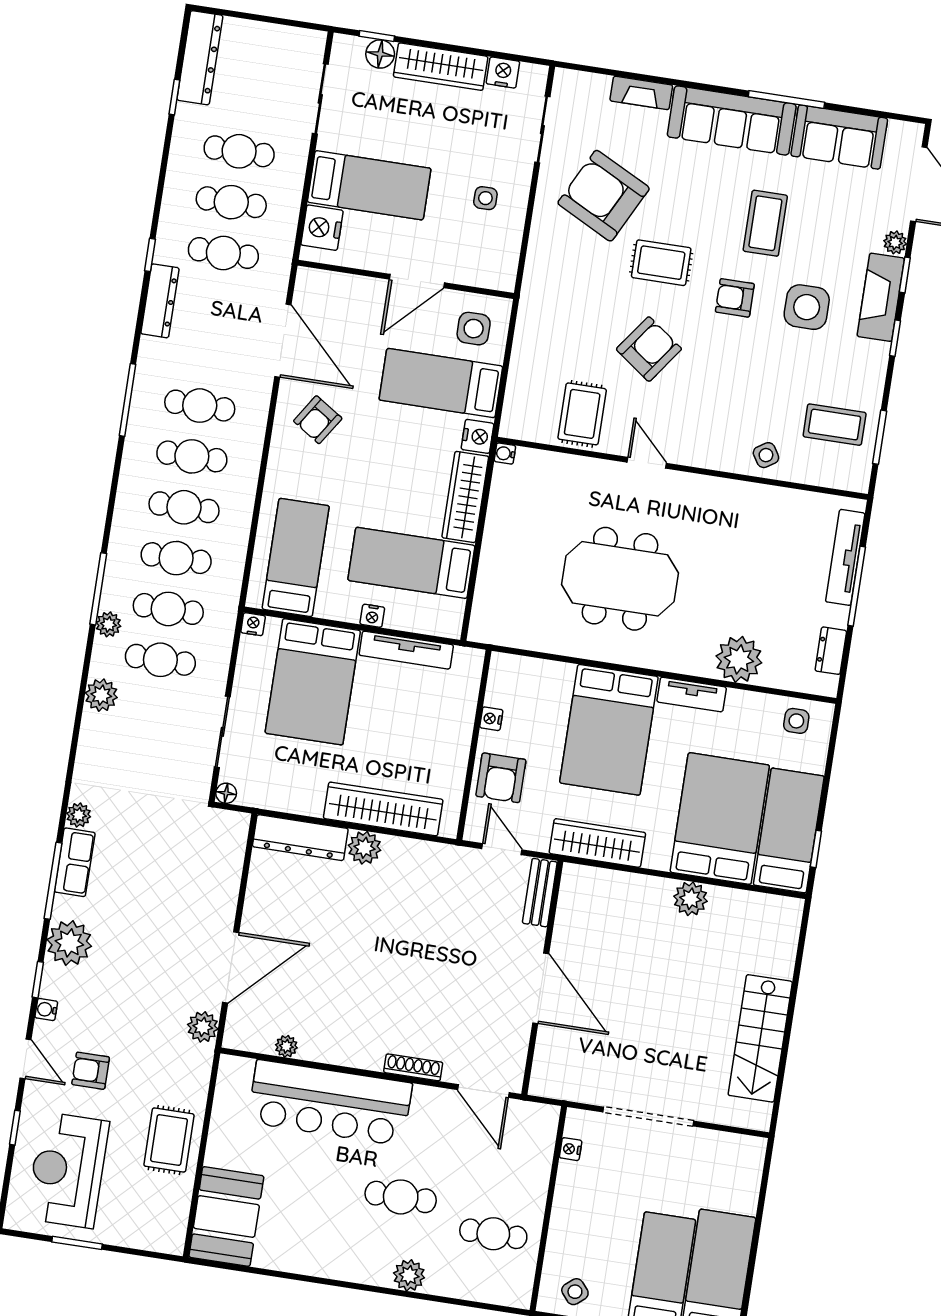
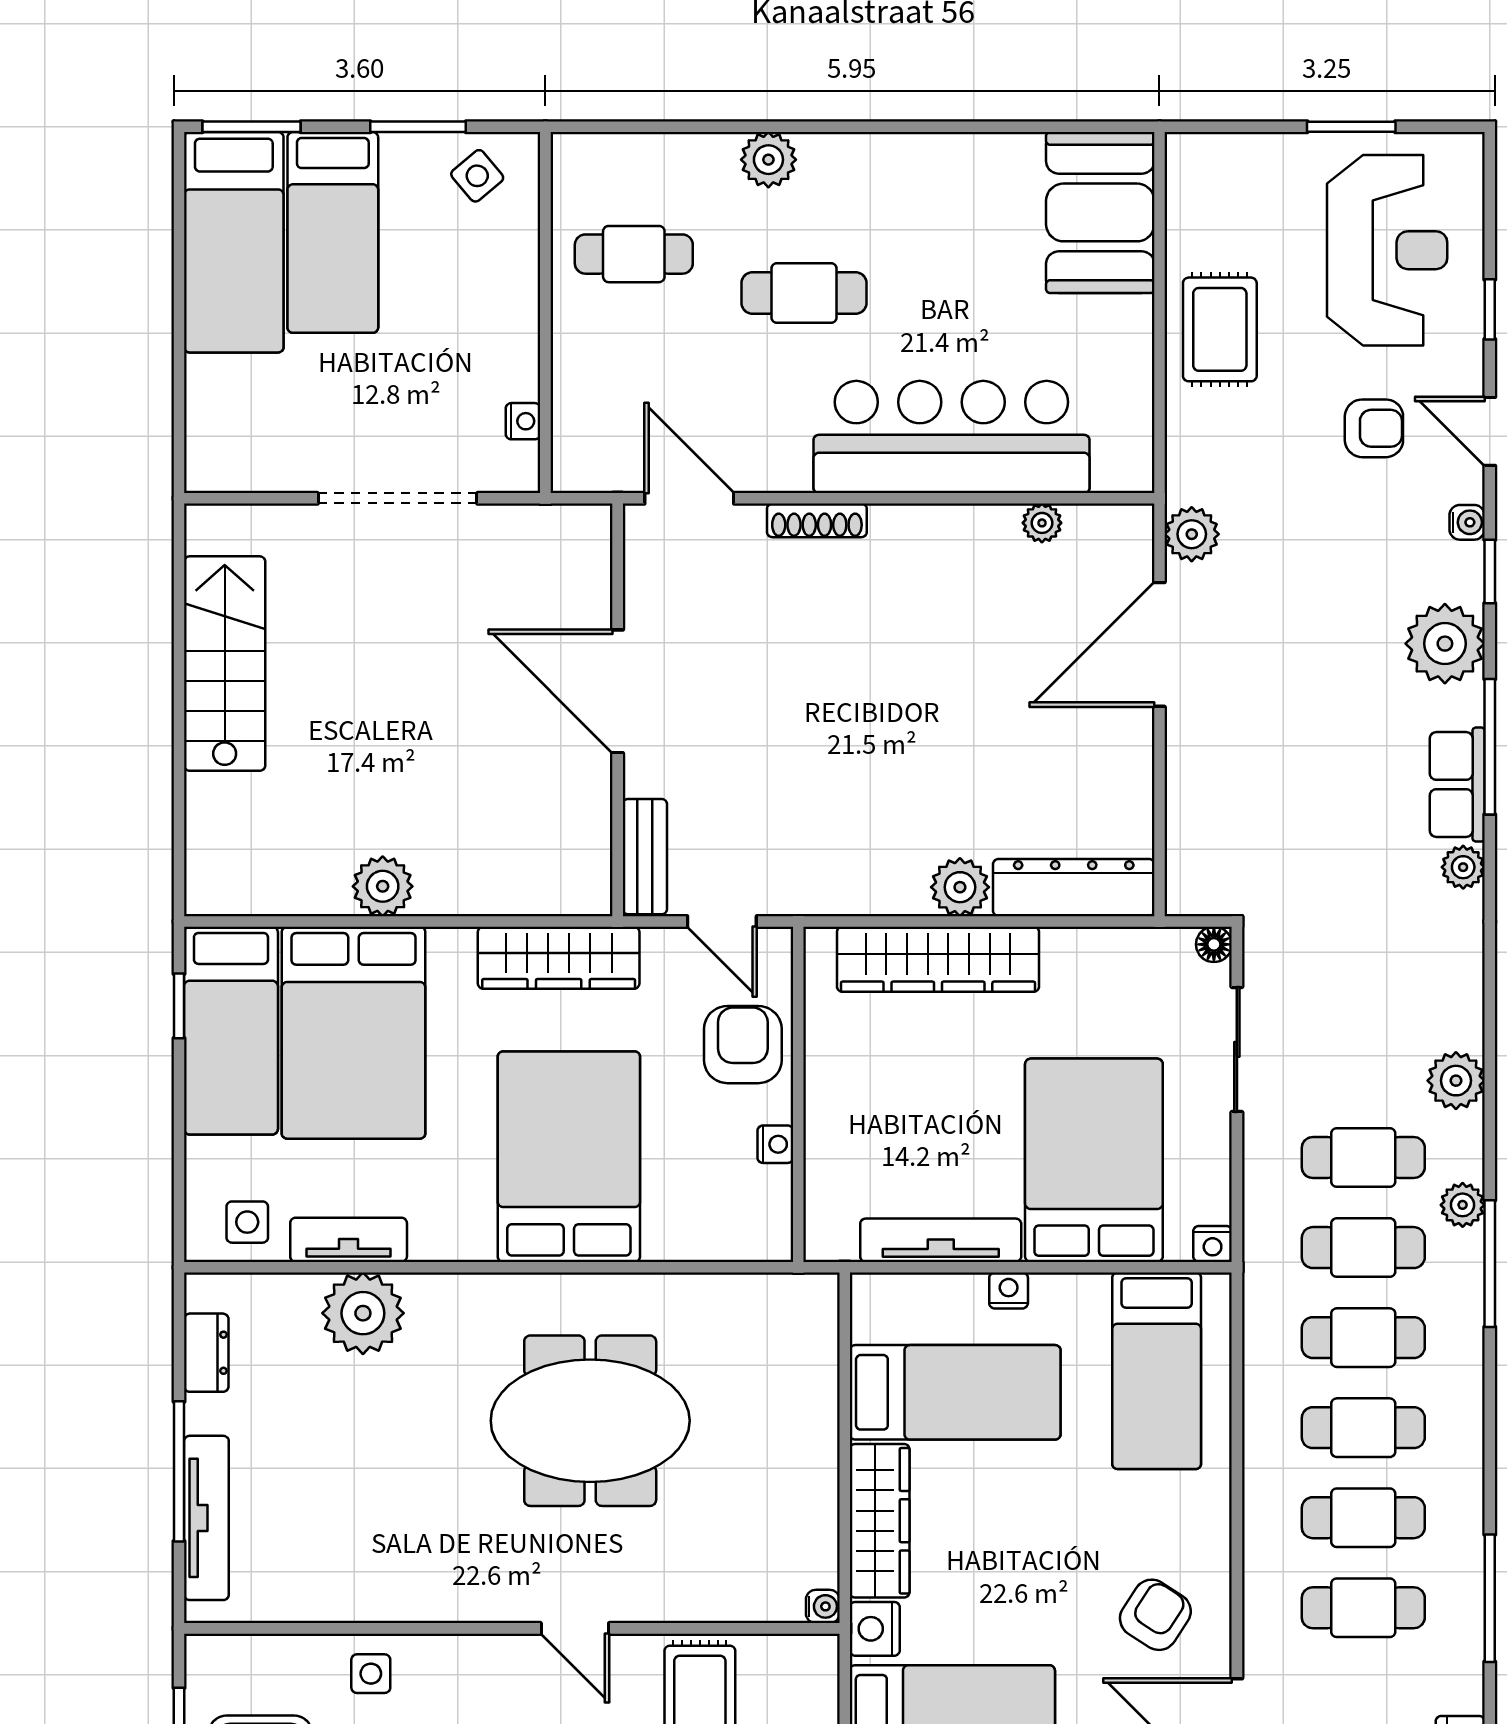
side table: (766, 455) -> (371, 1674), turned 33
tv unit: (692, 694) -> (349, 1240), moved

